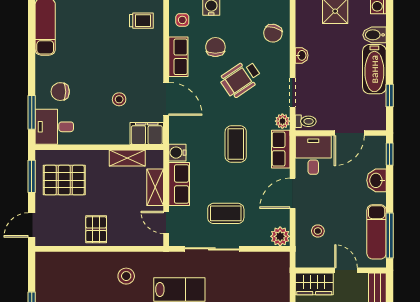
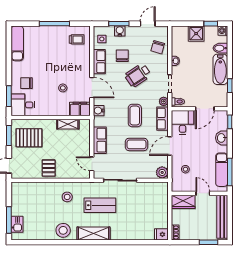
water cooler: (177, 153) -> (99, 111), moved
shelving: (155, 187) -> (85, 142), removed
coffee table: (226, 213) -> (136, 144), moved

